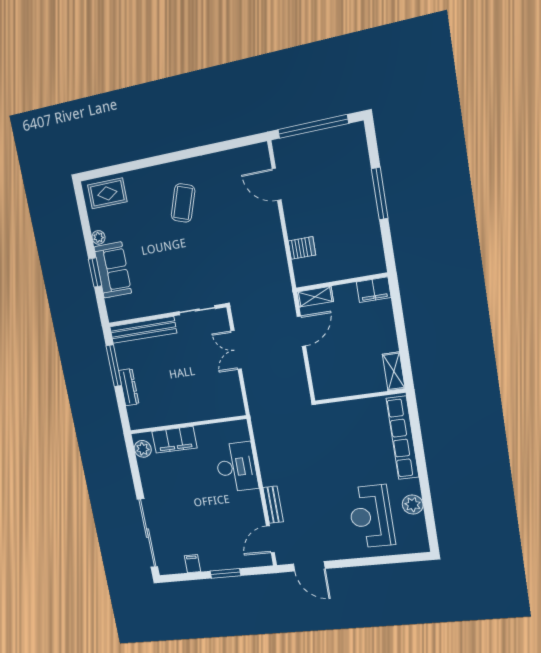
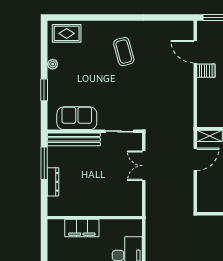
coffee table: (183, 203) -> (124, 52), turned -34
server rack: (302, 248) -> (206, 71), moved
sofa: (113, 270) -> (77, 118), moved, turned -90
plant: (143, 449) -> (54, 232), removed

